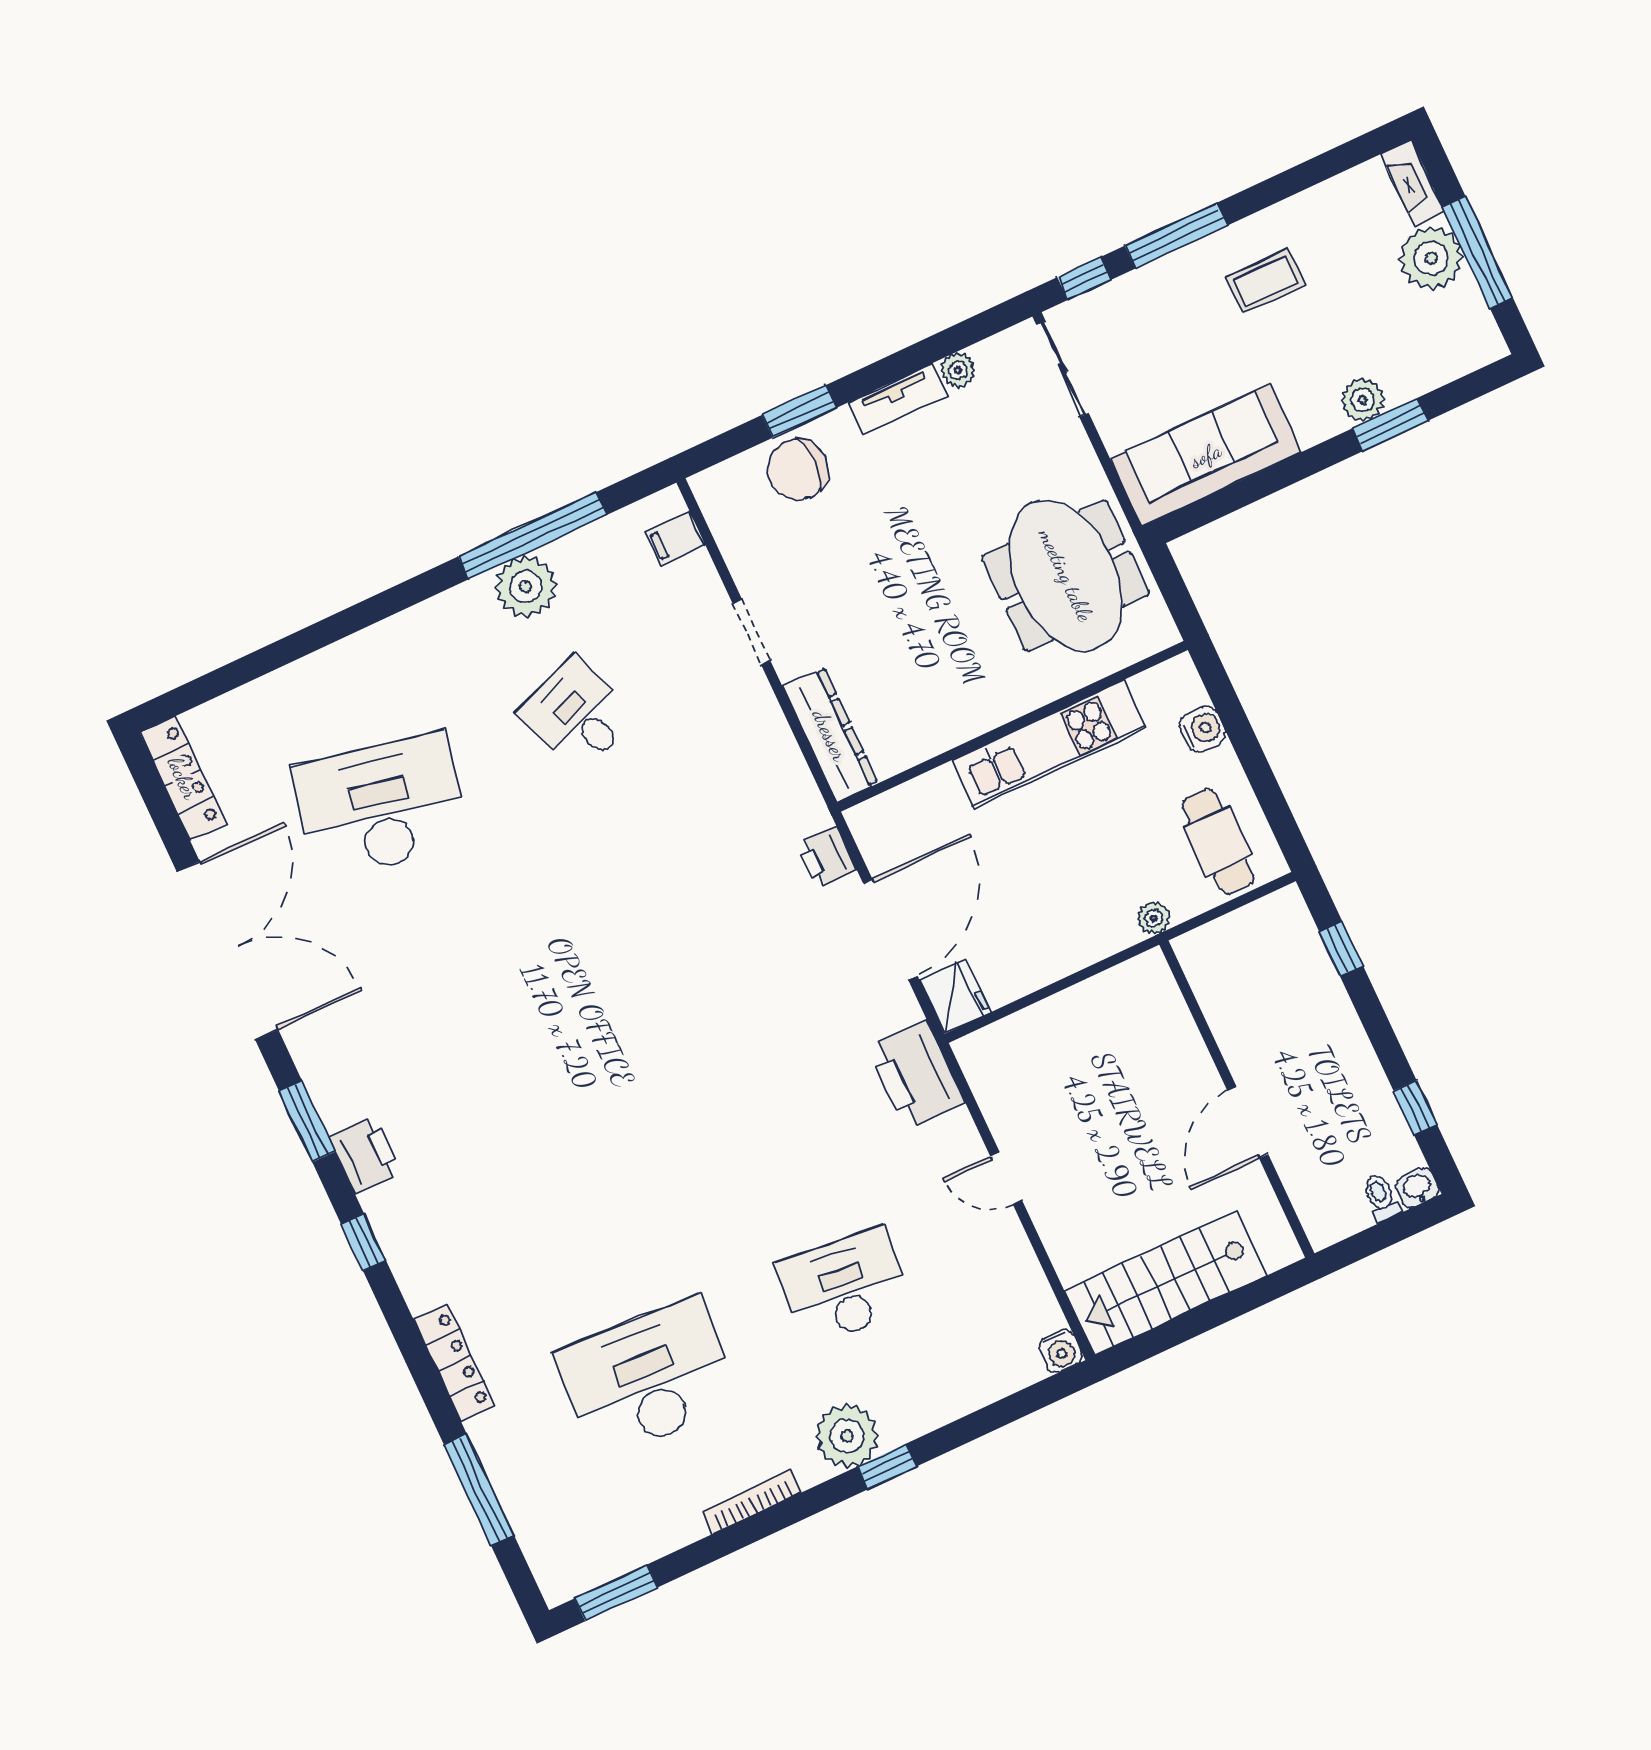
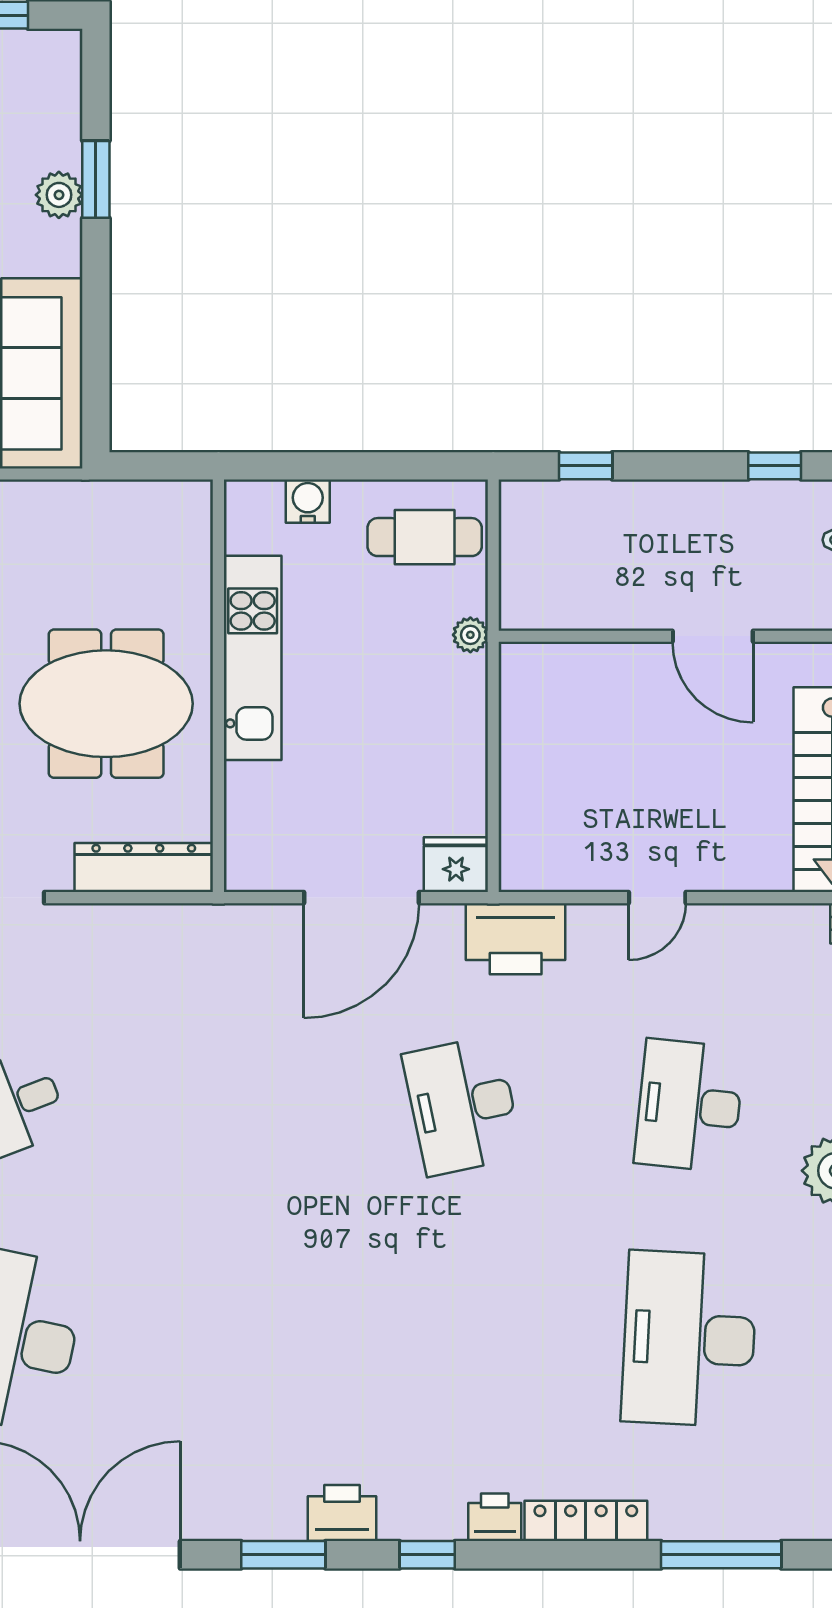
meeting table: (1066, 575) -> (106, 704), moved
printer: (827, 857) -> (495, 1517), moved, turned 180
door: (890, 930) -> (362, 898), swing flipped
desk: (755, 1096) -> (463, 1106), added

